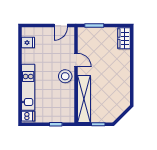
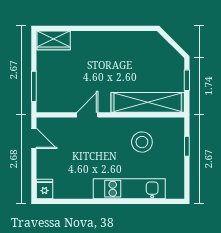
fridge: (28, 43) -> (44, 189), moved
stool: (65, 76) -> (142, 142), moved
dishwasher: (28, 116) -> (174, 189), removed

